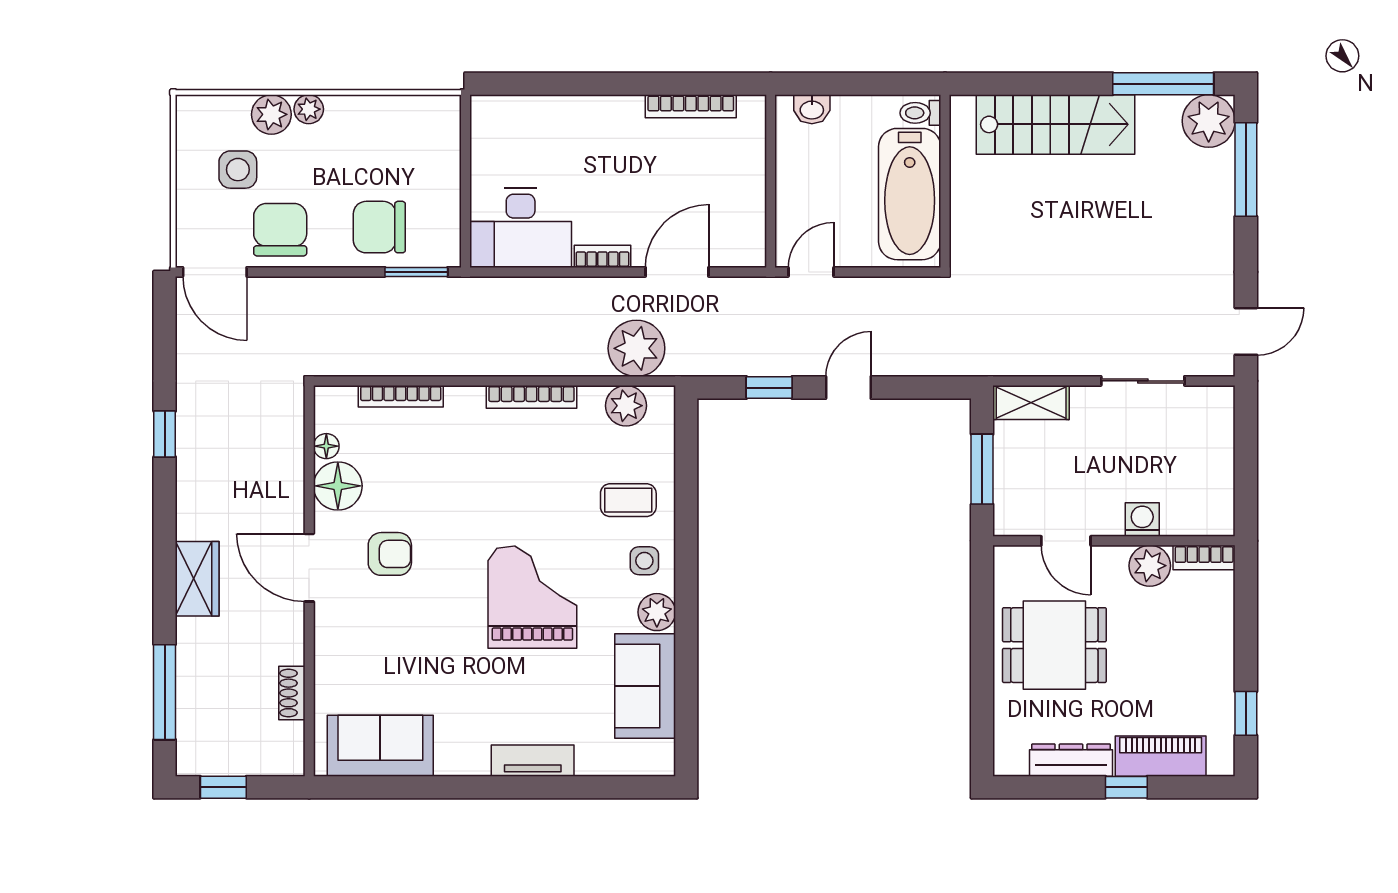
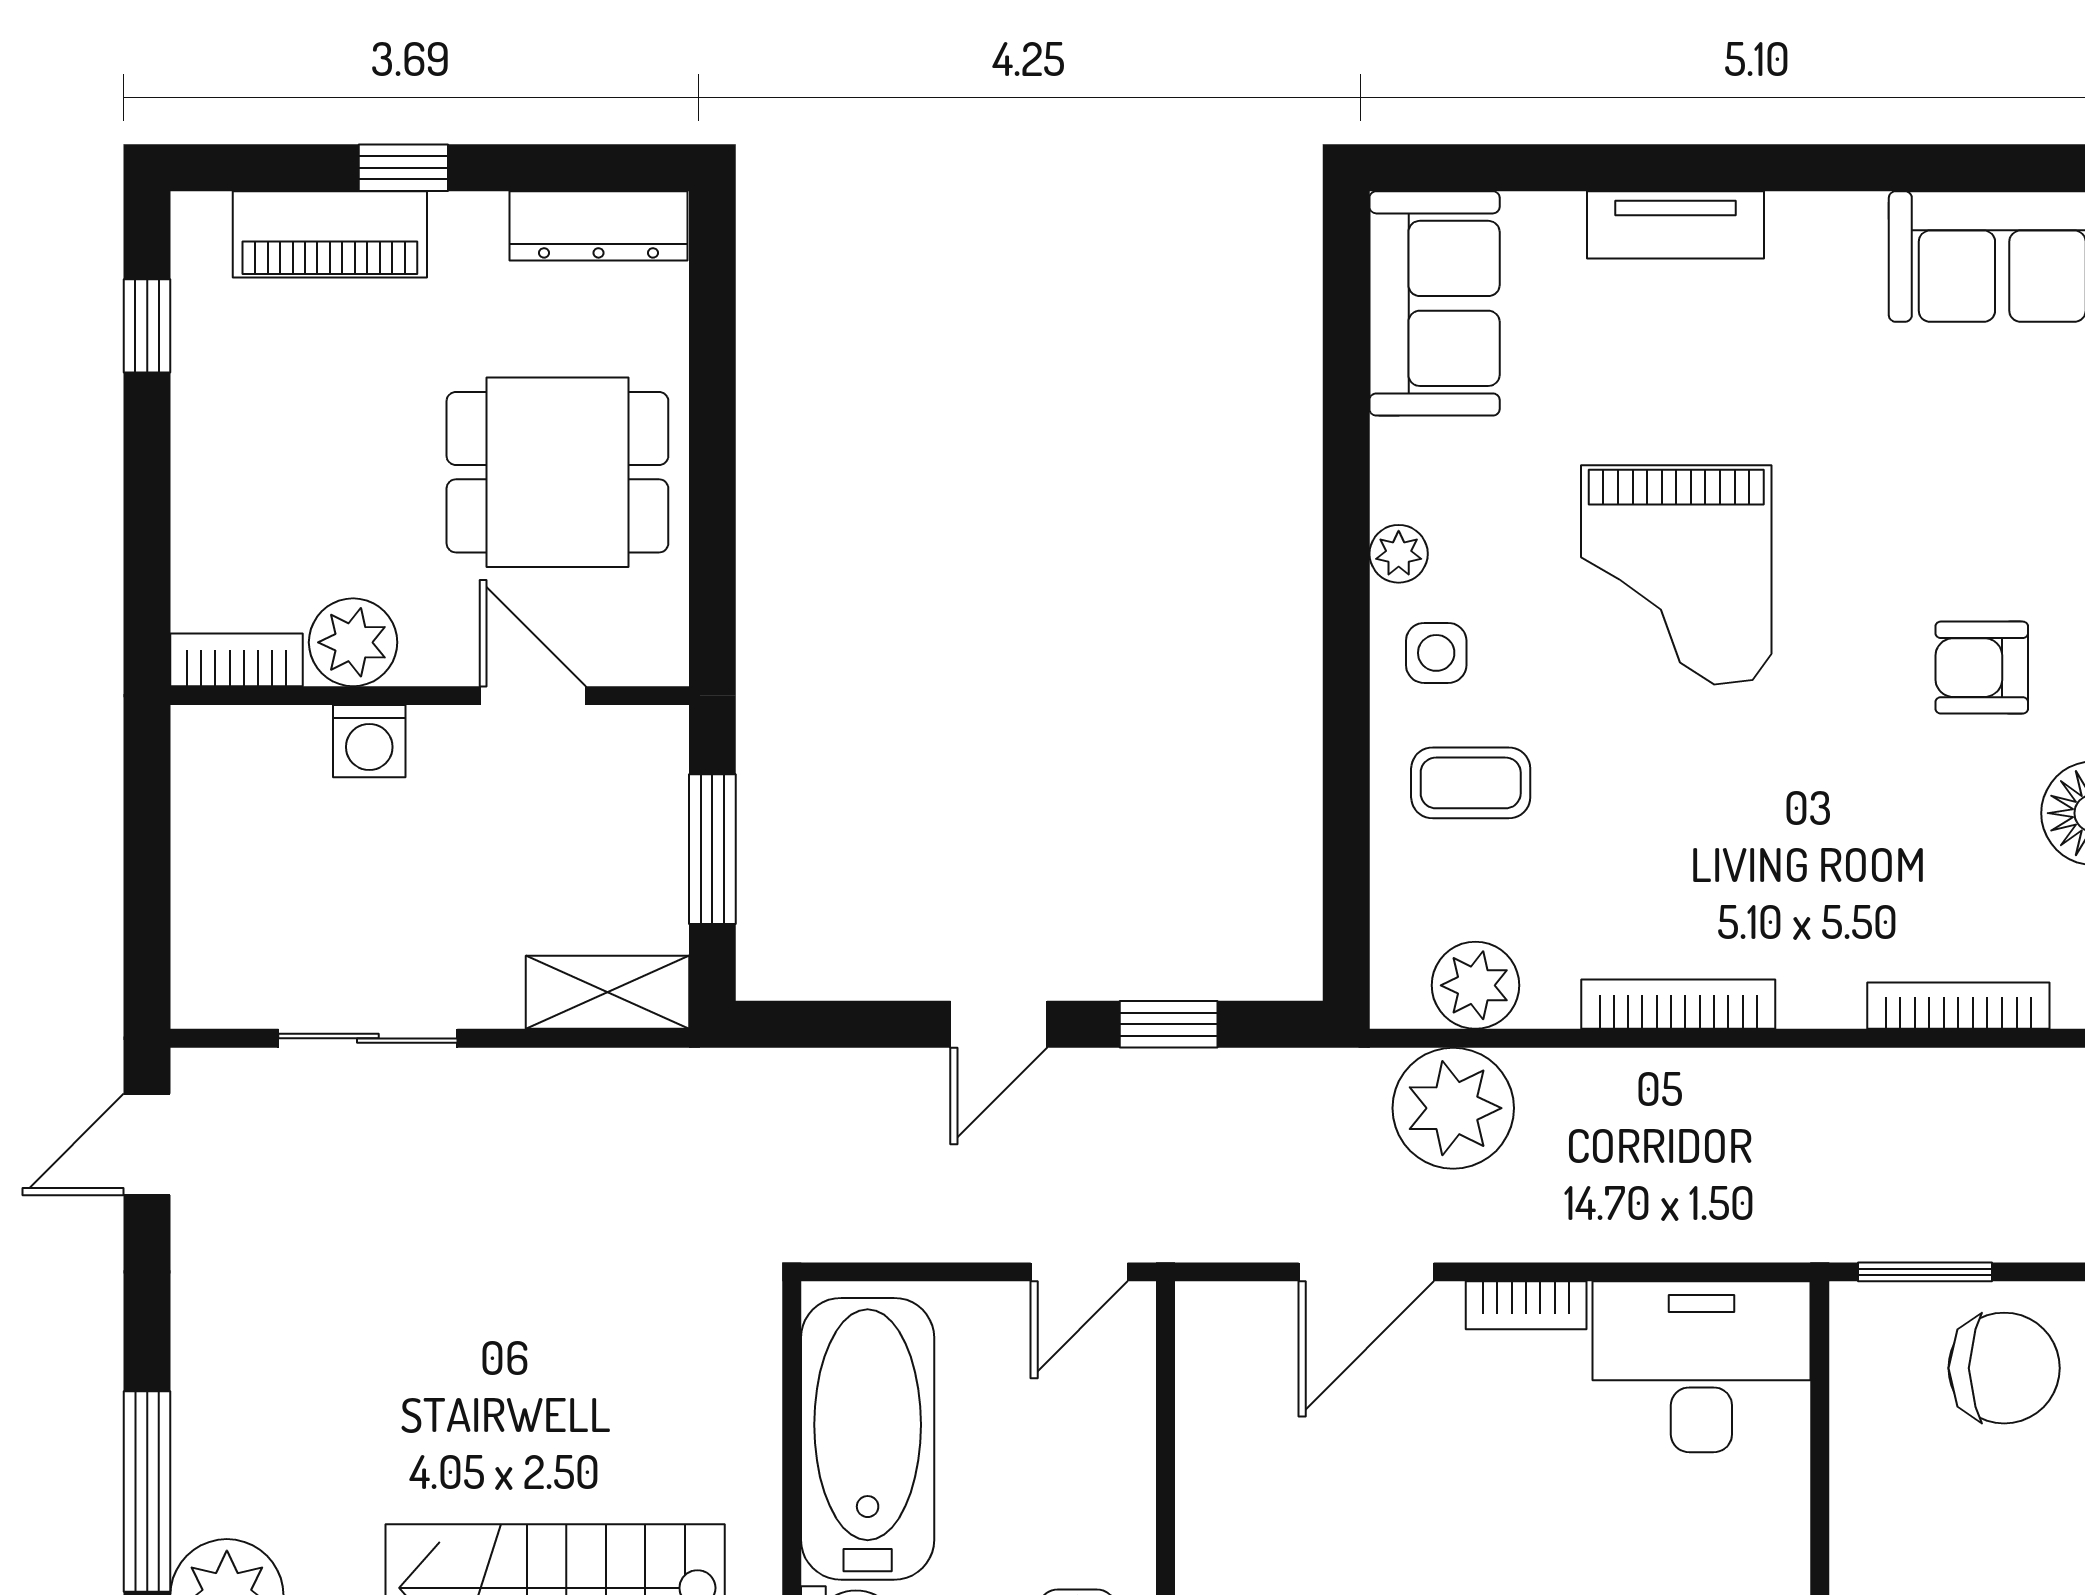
plant: (657, 612) -> (1399, 554), width x0.73, depth x0.73
sofa: (645, 686) -> (1435, 303), moved
dresser: (1071, 760) -> (598, 226), moved

